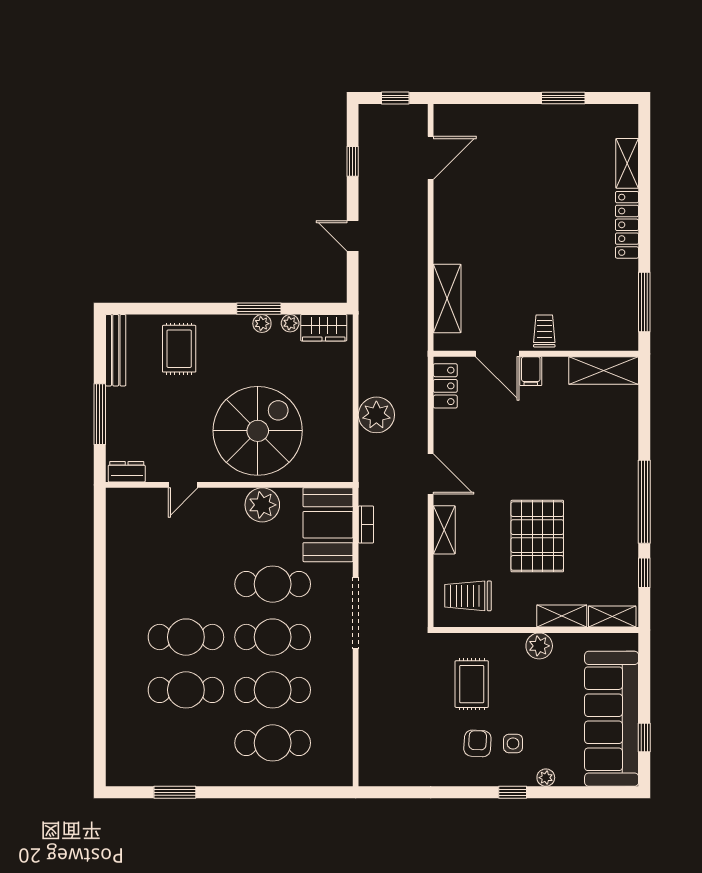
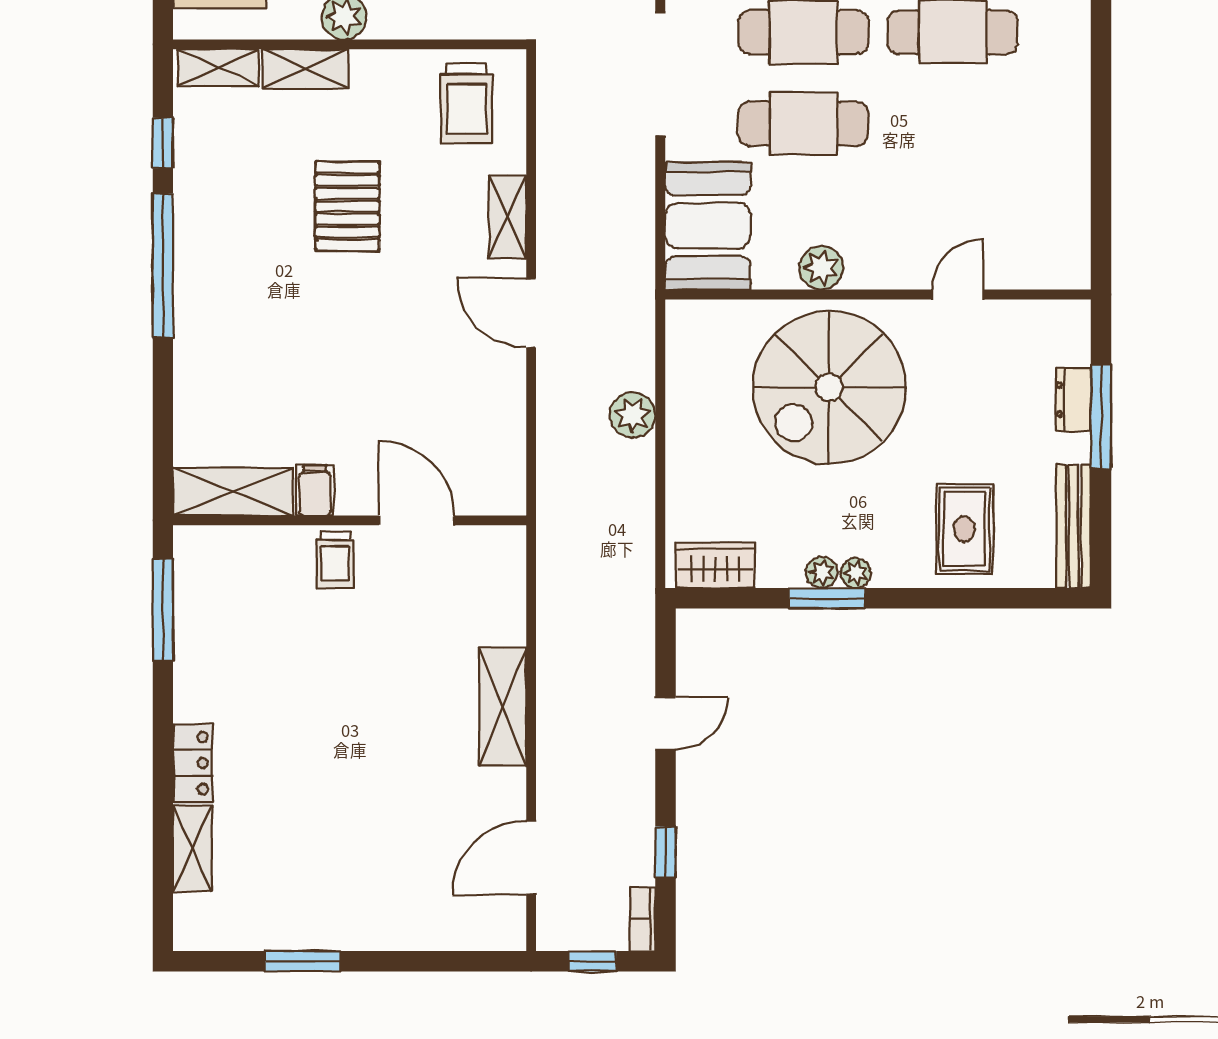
locker: (627, 225) -> (193, 763), width x0.66
door: (353, 236) -> (665, 724), hinge flipped
shelving: (447, 298) -> (503, 707), moved
plant: (290, 323) -> (856, 573), moved
filing cabinet: (531, 371) -> (315, 490), moved
locker: (445, 386) -> (506, 465), removed
plant: (376, 415) -> (633, 415), width x0.73, depth x0.73
dresser: (127, 472) -> (1073, 400), moved, turned 90
plant: (262, 505) -> (821, 268), width x0.73, depth x0.73
bookcase: (366, 525) -> (643, 919), moved
pallet: (537, 536) -> (347, 206), width x0.73, depth x0.71
trolley: (468, 596) -> (467, 103), turned 90

